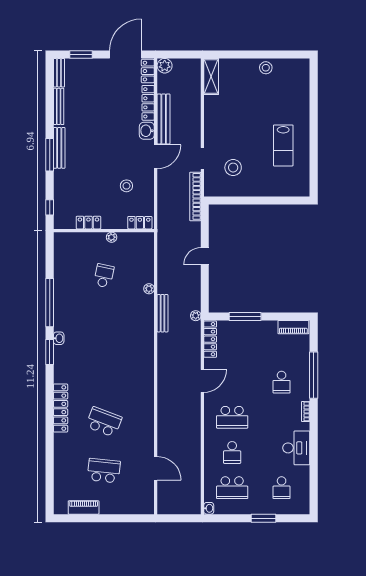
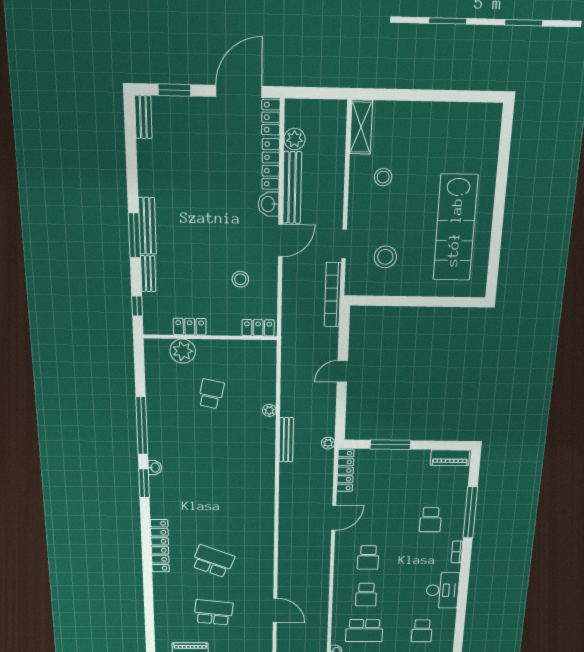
plant: (165, 66) -> (295, 139), moved
stool: (266, 68) -> (383, 177), moved
bench: (59, 106) -> (148, 274), moved, width x0.73
lab bench: (283, 145) -> (455, 228), width x1.86, depth x1.39
plant: (112, 237) -> (183, 351), moved, width x1.87, depth x1.87
school desk: (232, 417) -> (368, 557), width x0.54

